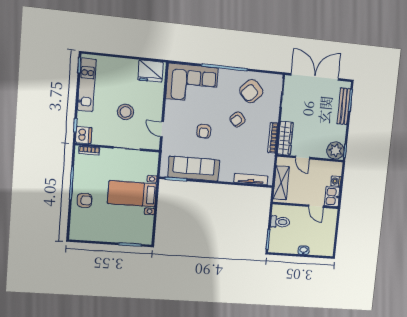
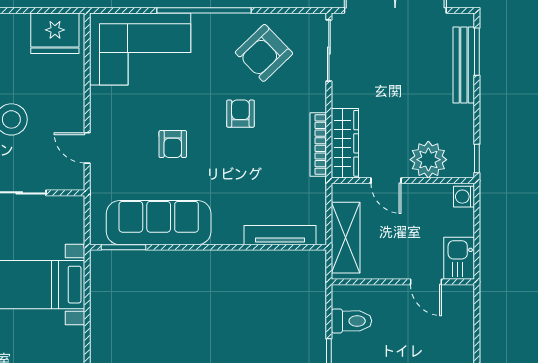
armchair: (238, 119) -> (240, 114), turned 131
plant: (335, 150) -> (428, 160), moved
washing machine: (336, 181) -> (464, 197), moved

